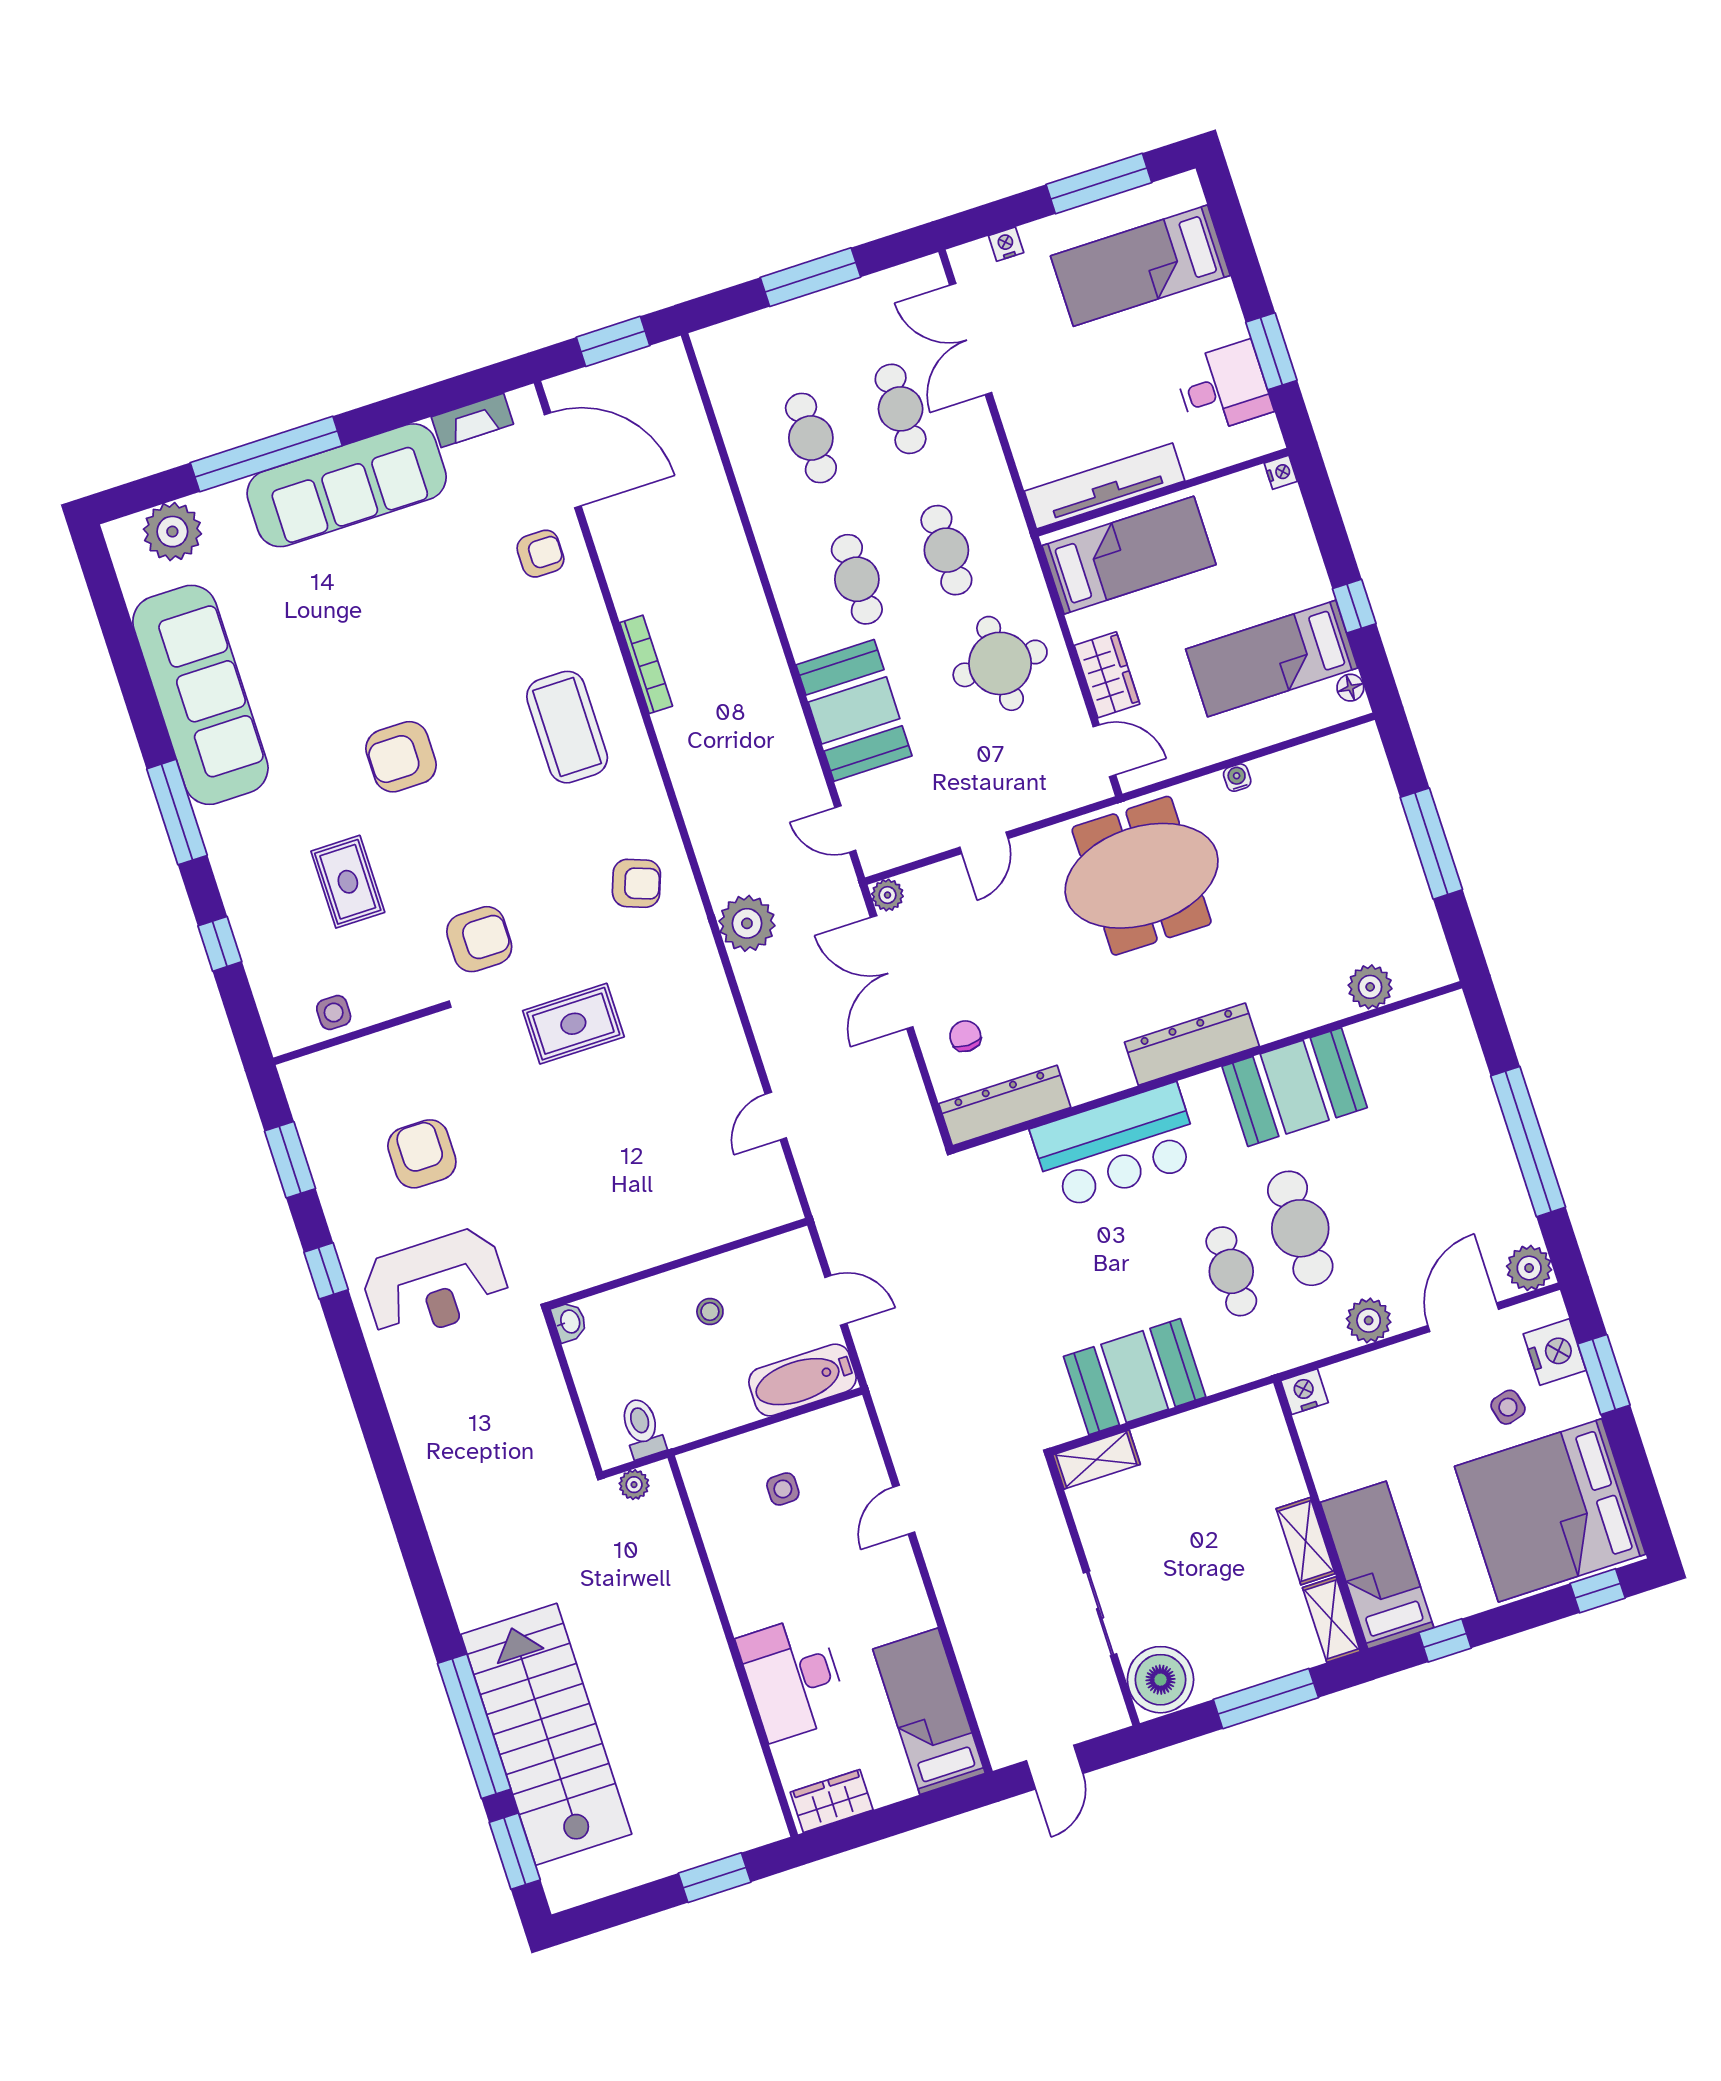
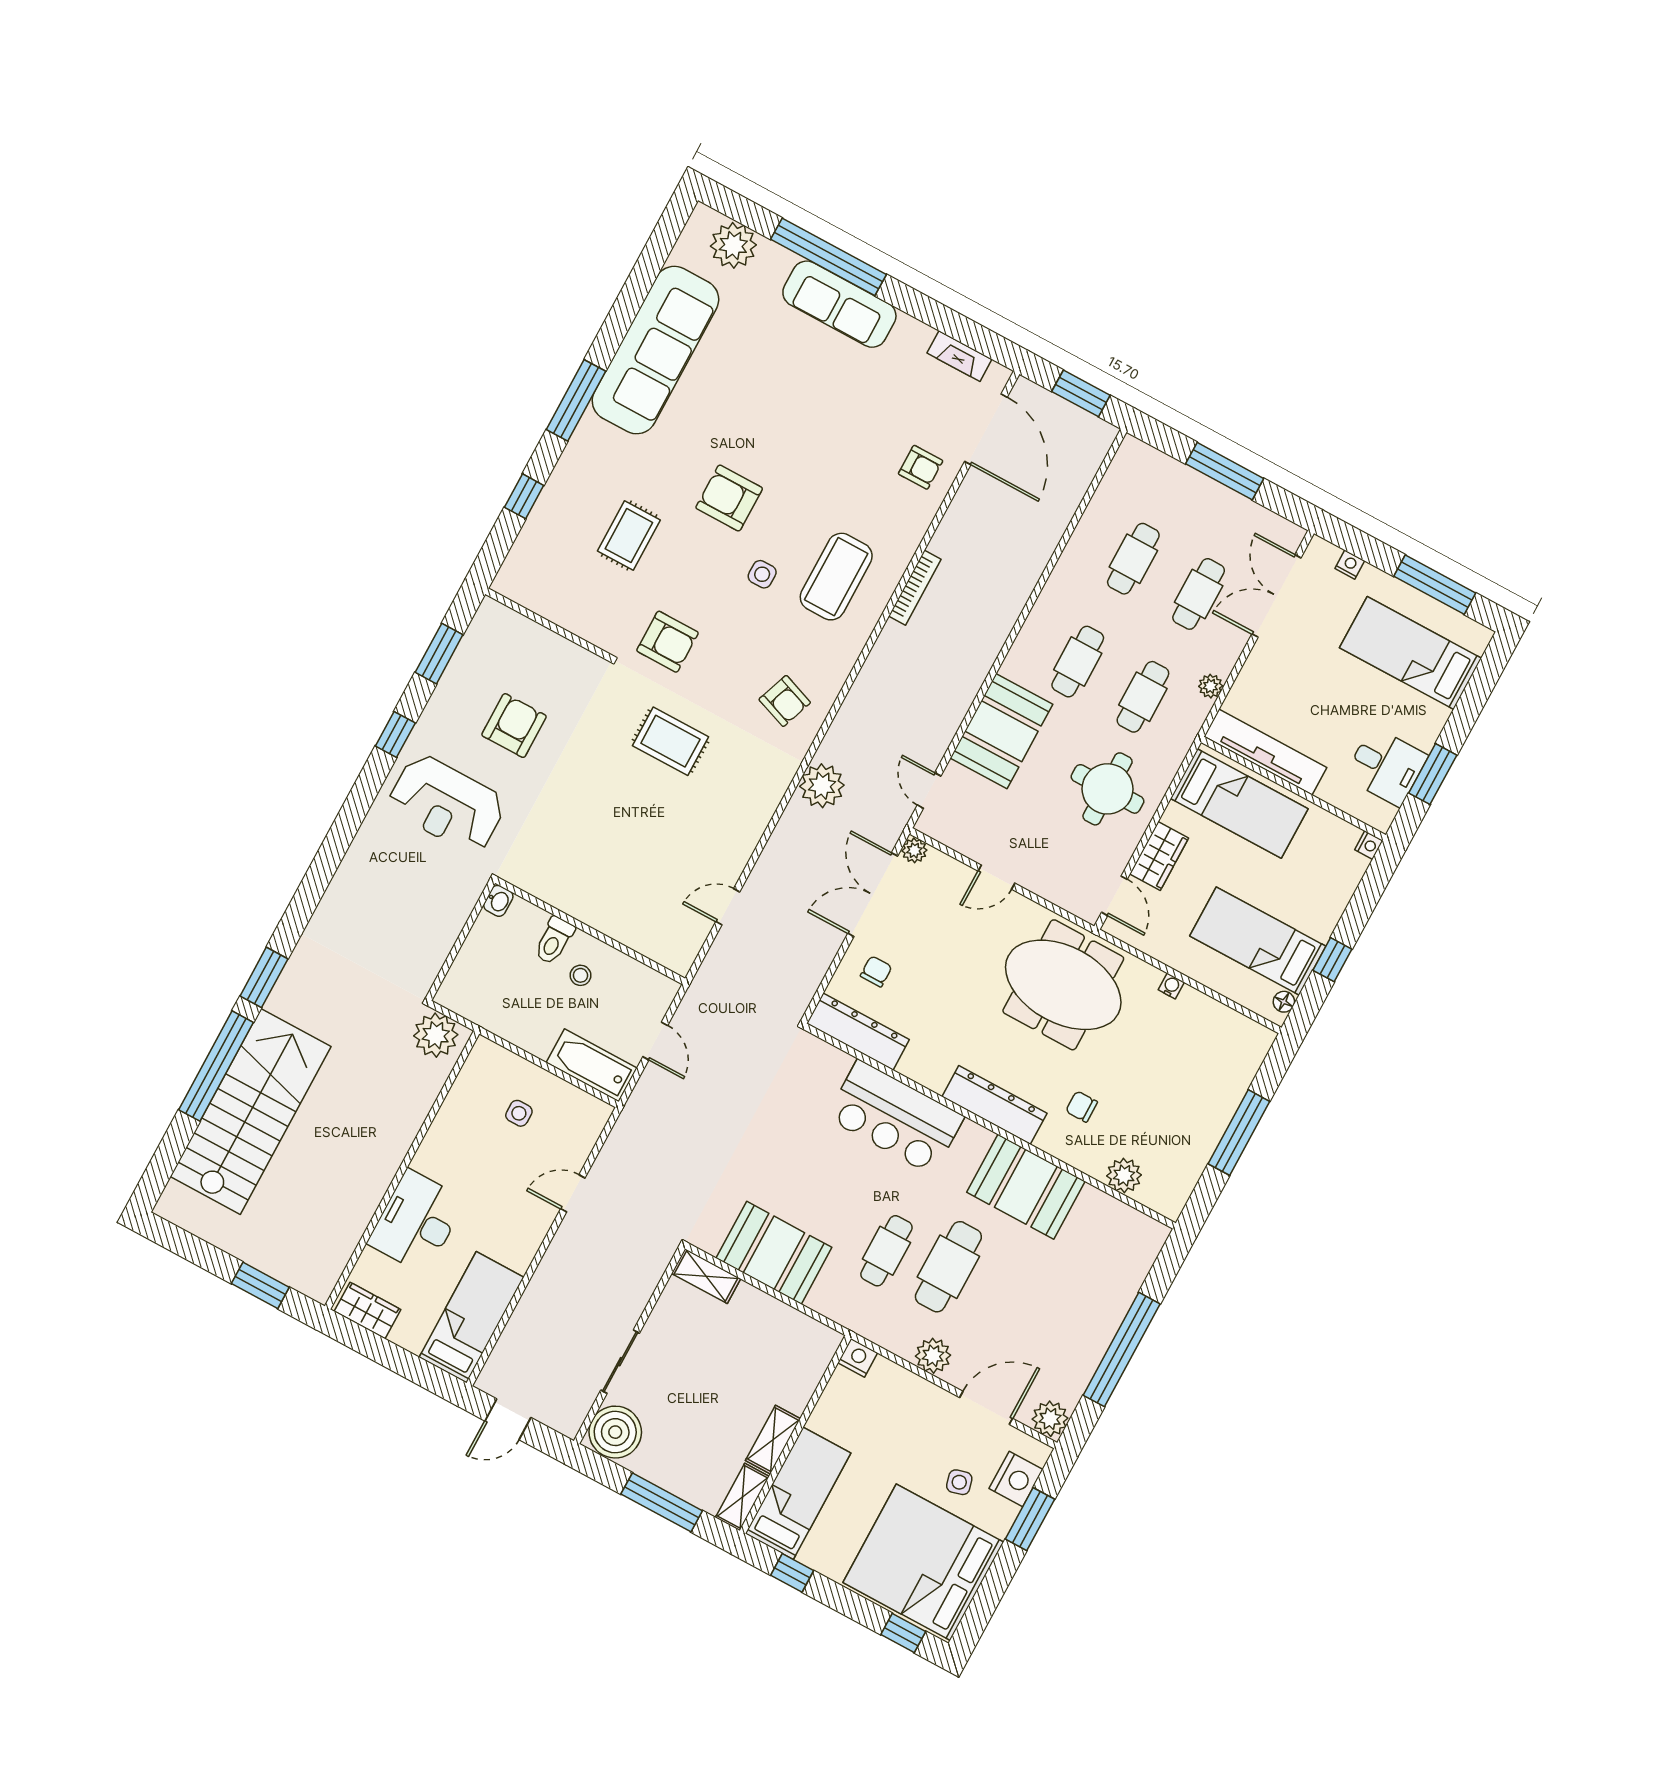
plant: (996, 479) -> (1211, 686), added
sofa: (347, 485) -> (839, 304), width x0.74, depth x0.79
chair: (1270, 966) -> (1082, 1107), added
side table: (334, 1013) -> (762, 574), moved
toilet: (642, 1428) -> (554, 940), moved, turned 180
plant: (634, 1485) -> (436, 1035), width x1.87, depth x1.87
window: (515, 1851) -> (264, 977), moved

